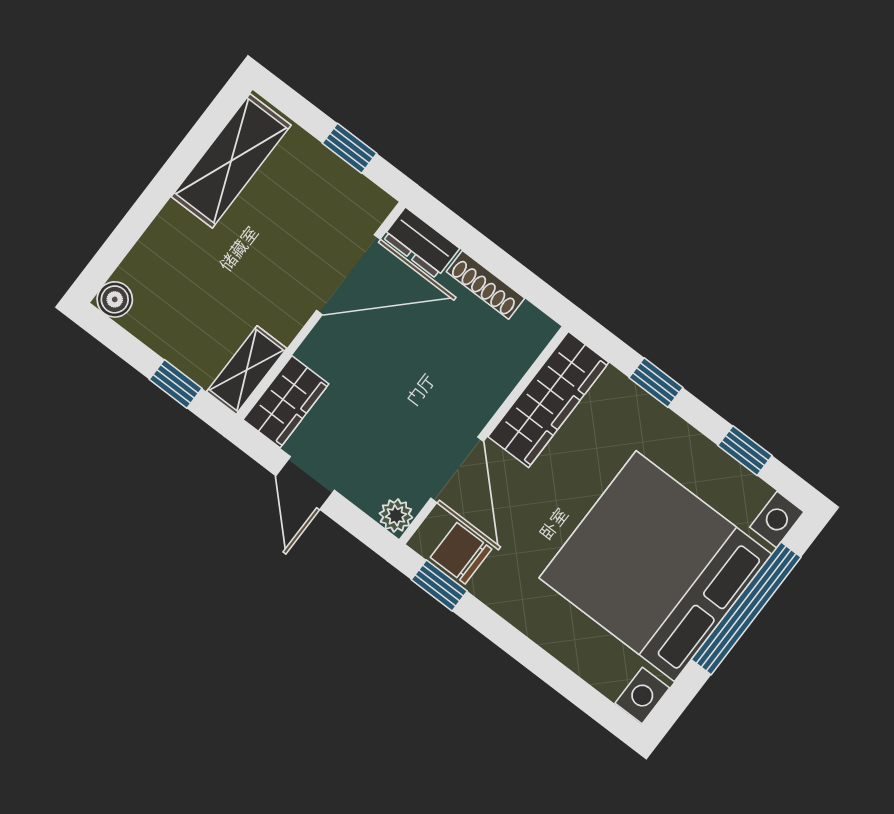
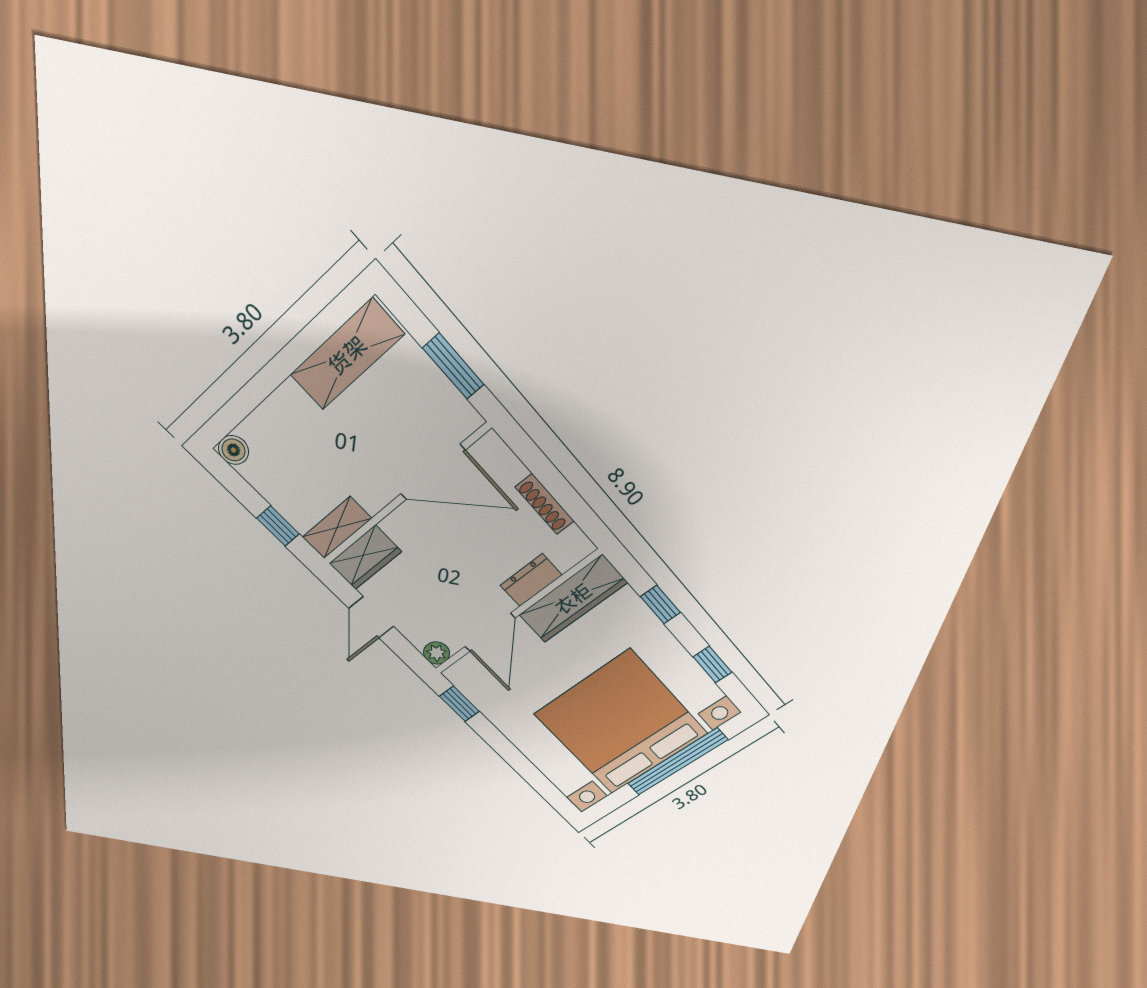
window: (350, 148) -> (453, 366), width x1.50
dresser: (421, 243) -> (531, 580), moved, turned 90
chair: (461, 553) -> (480, 687), removed

